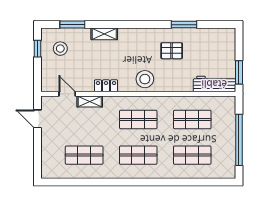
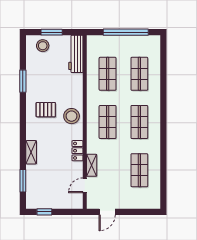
stool: (60, 49) -> (43, 46), moved
pallet: (172, 51) -> (46, 110), moved, turned 90
window: (239, 72) -> (52, 32), moved

